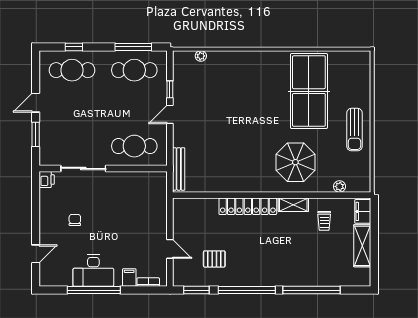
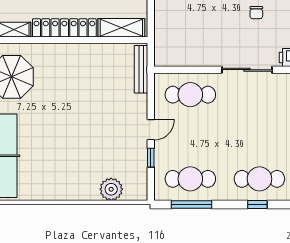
plant: (201, 56) -> (111, 189), width x1.88, depth x1.88
shelving: (196, 206) -> (121, 28), added

